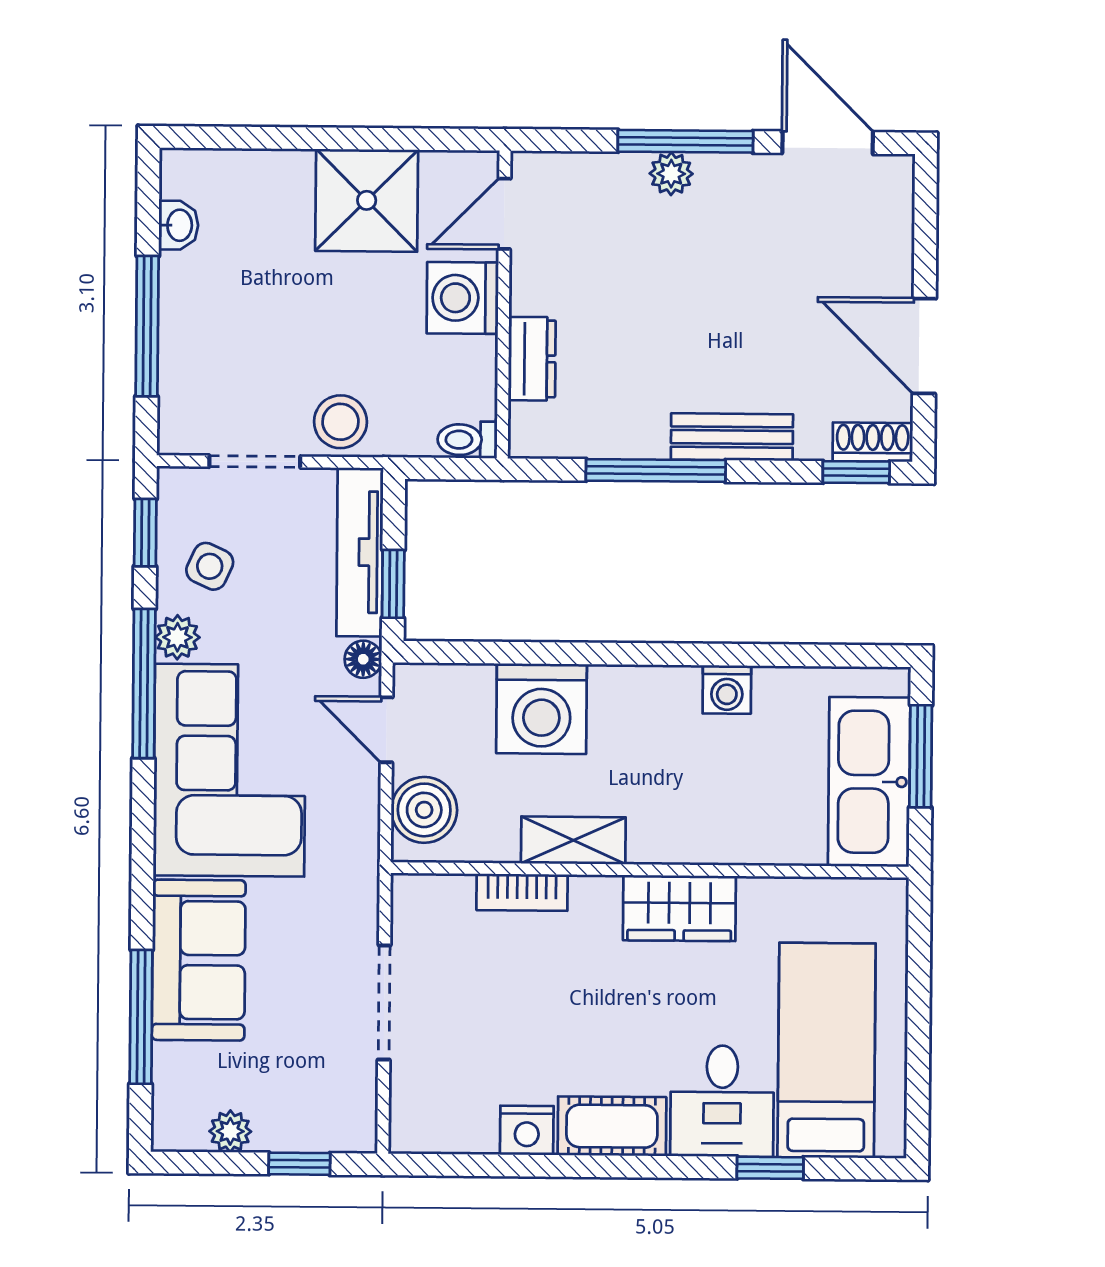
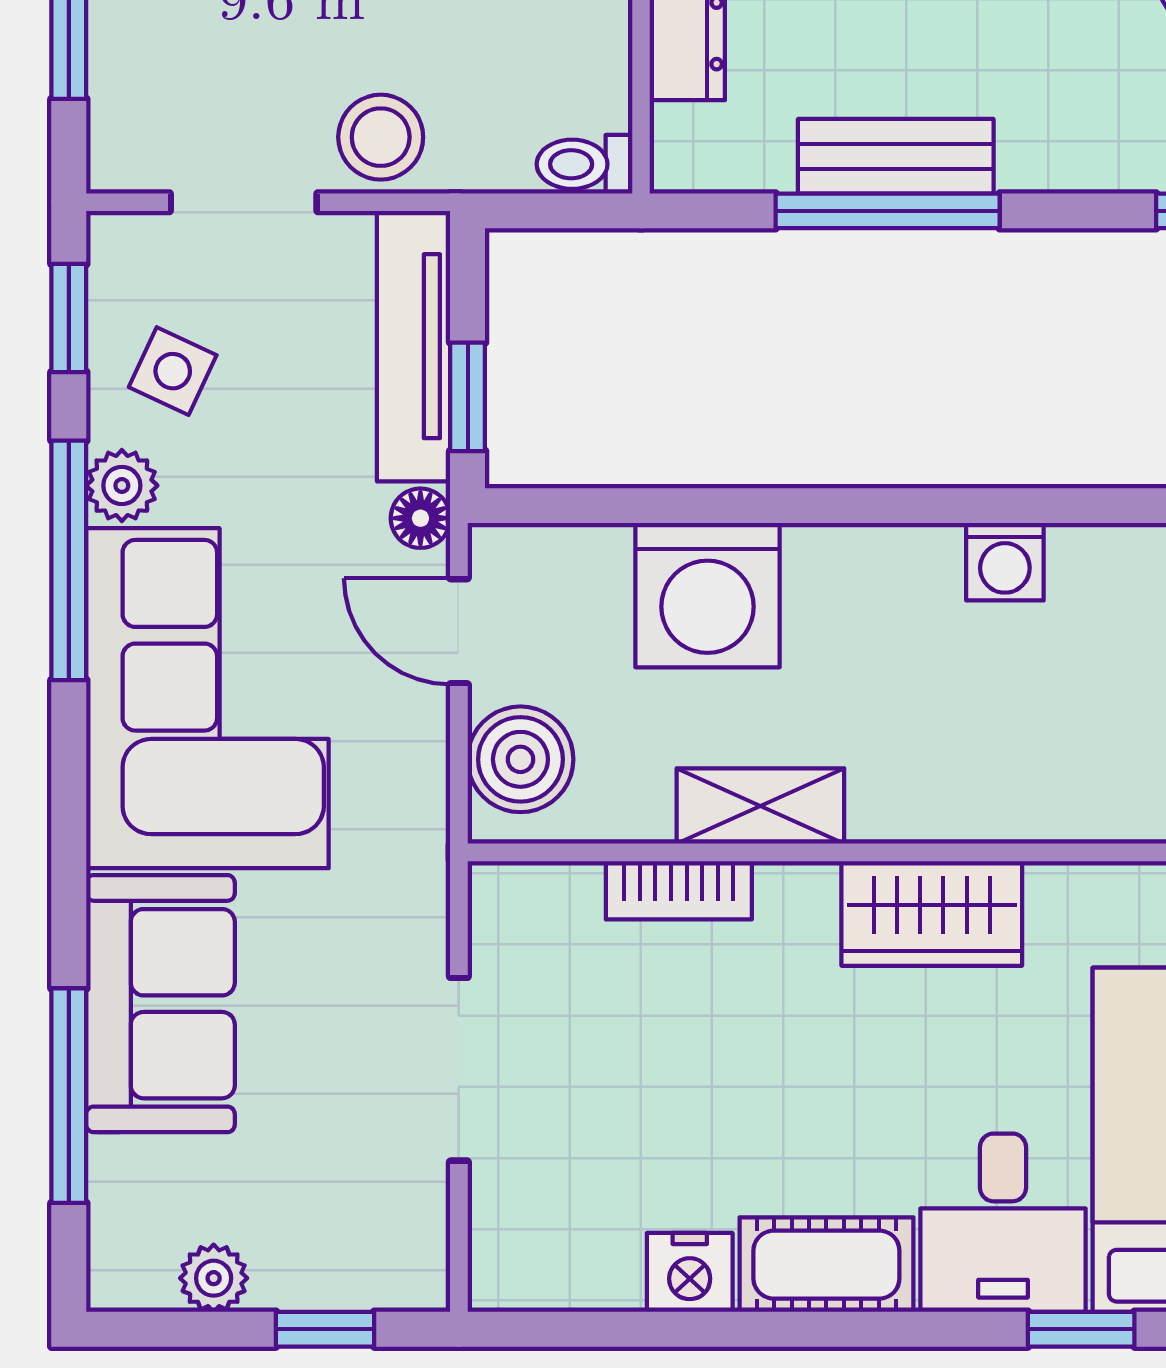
bench: (732, 437) -> (896, 156), moved

